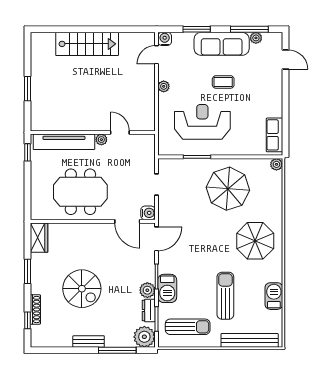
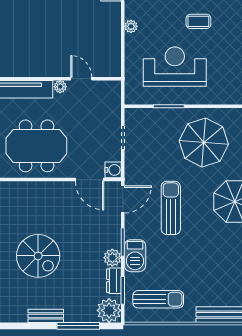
sun lounger: (225, 296) -> (171, 208), moved

